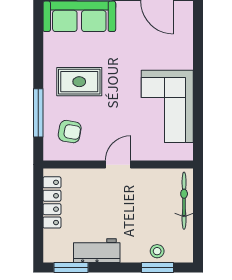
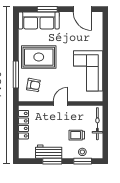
rug: (79, 82) -> (39, 57), width x1.36, depth x1.43
trolley: (147, 221) -> (77, 135), added
window: (71, 267) -> (52, 161), moved

